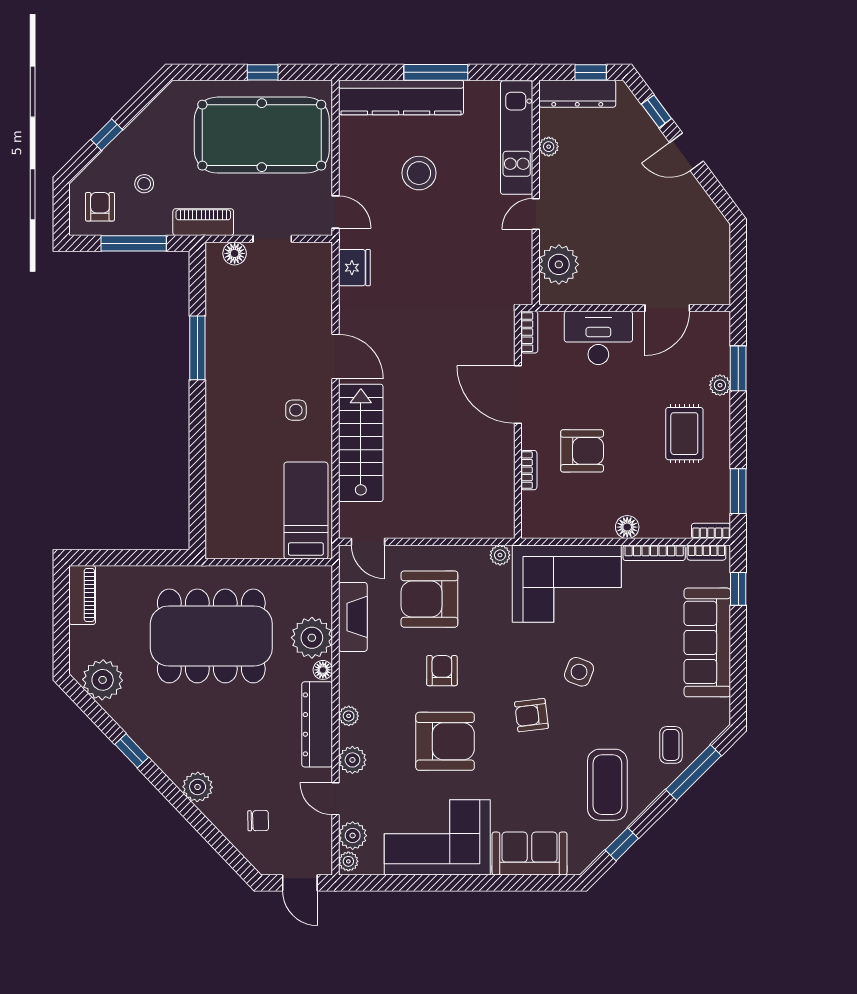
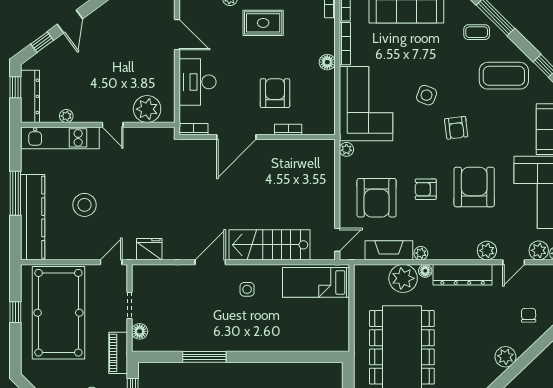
plant: (349, 716) -> (421, 253), moved

